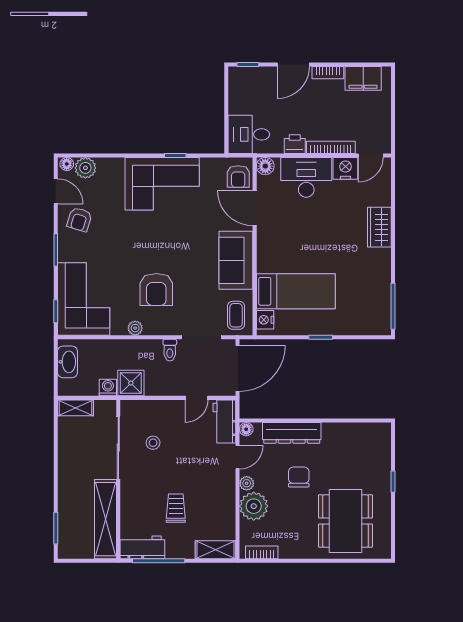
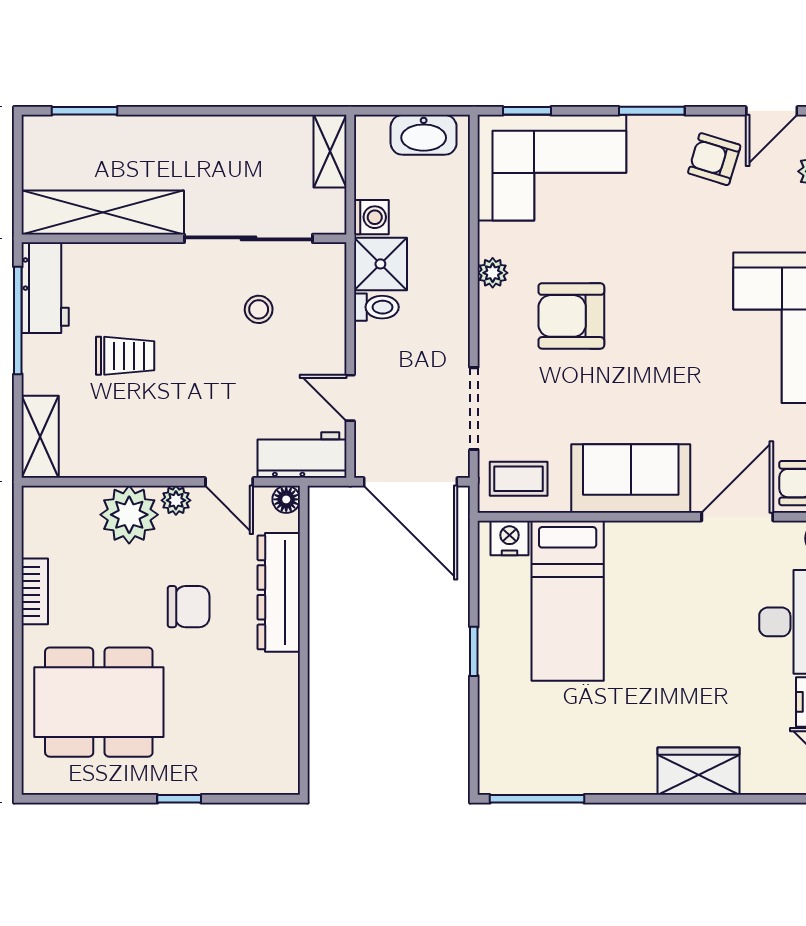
toilet: (170, 350) -> (376, 307), moved, turned 180
bookcase: (262, 552) -> (35, 591), moved

